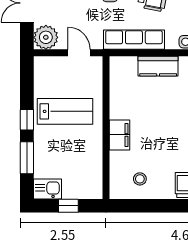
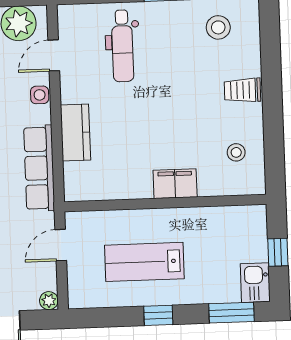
plant: (46, 37) -> (49, 301), width x0.53, depth x0.53
lab bench: (65, 111) -> (144, 262), turned -90
window: (27, 158) -> (232, 313), moved

